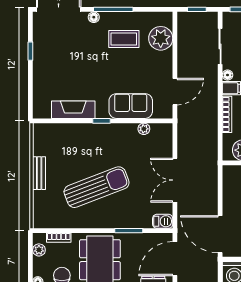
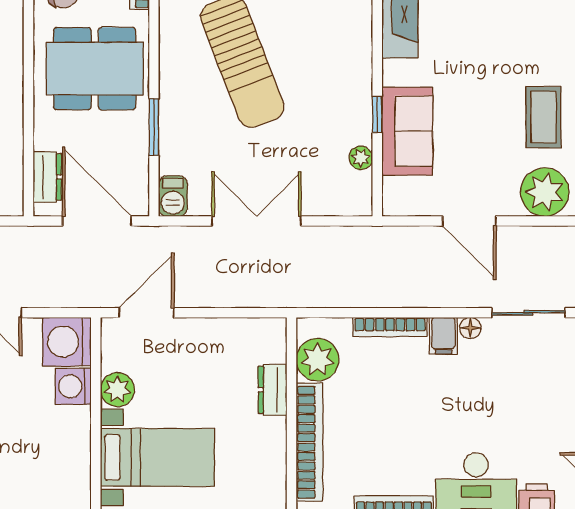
door: (175, 92) -> (469, 221), moved
window: (101, 121) -> (377, 114), moved
door: (220, 234) -> (147, 313), width x0.73

